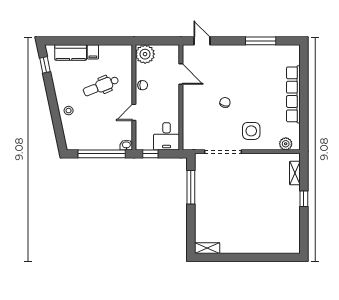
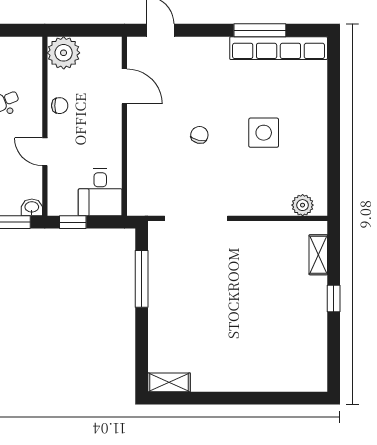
row of seats: (293, 94) -> (279, 48), moved, turned -90
door: (134, 112) -> (45, 152), hinge flipped
side table: (251, 131) -> (264, 133), moved

